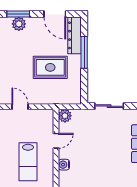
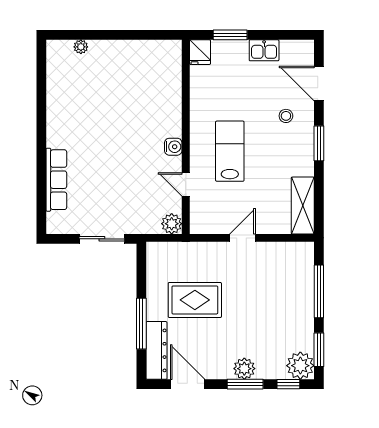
door: (20, 107) -> (243, 238), swing flipped
door: (56, 141) -> (186, 184), hinge flipped

